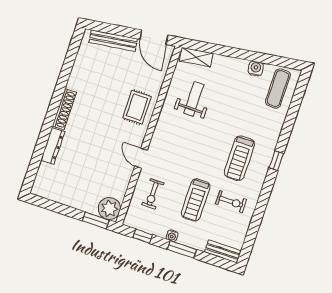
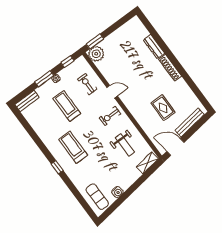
rug: (137, 107) -> (163, 108), moved
exercise bike: (231, 202) -> (110, 116), moved

